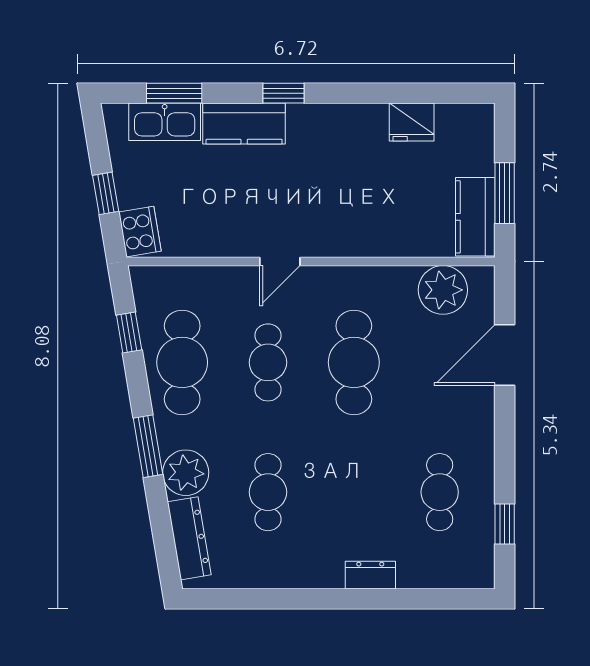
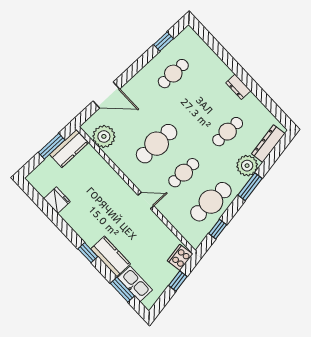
dresser: (370, 575) -> (238, 87), moved

